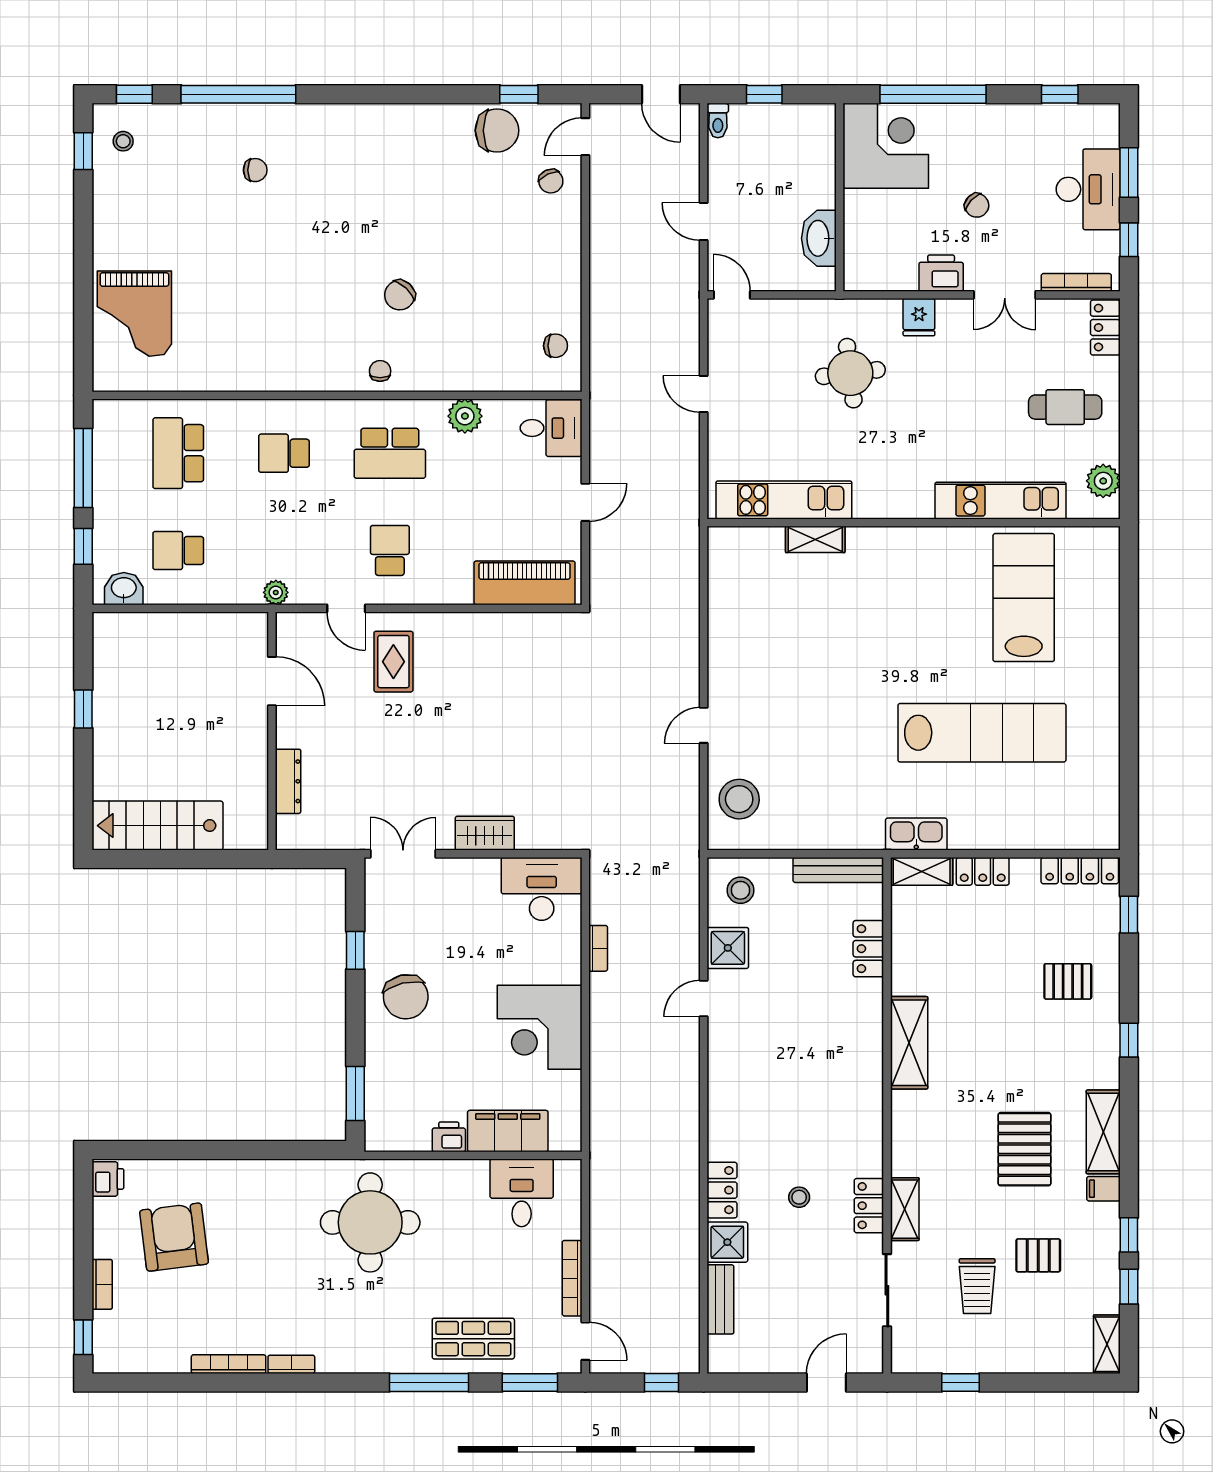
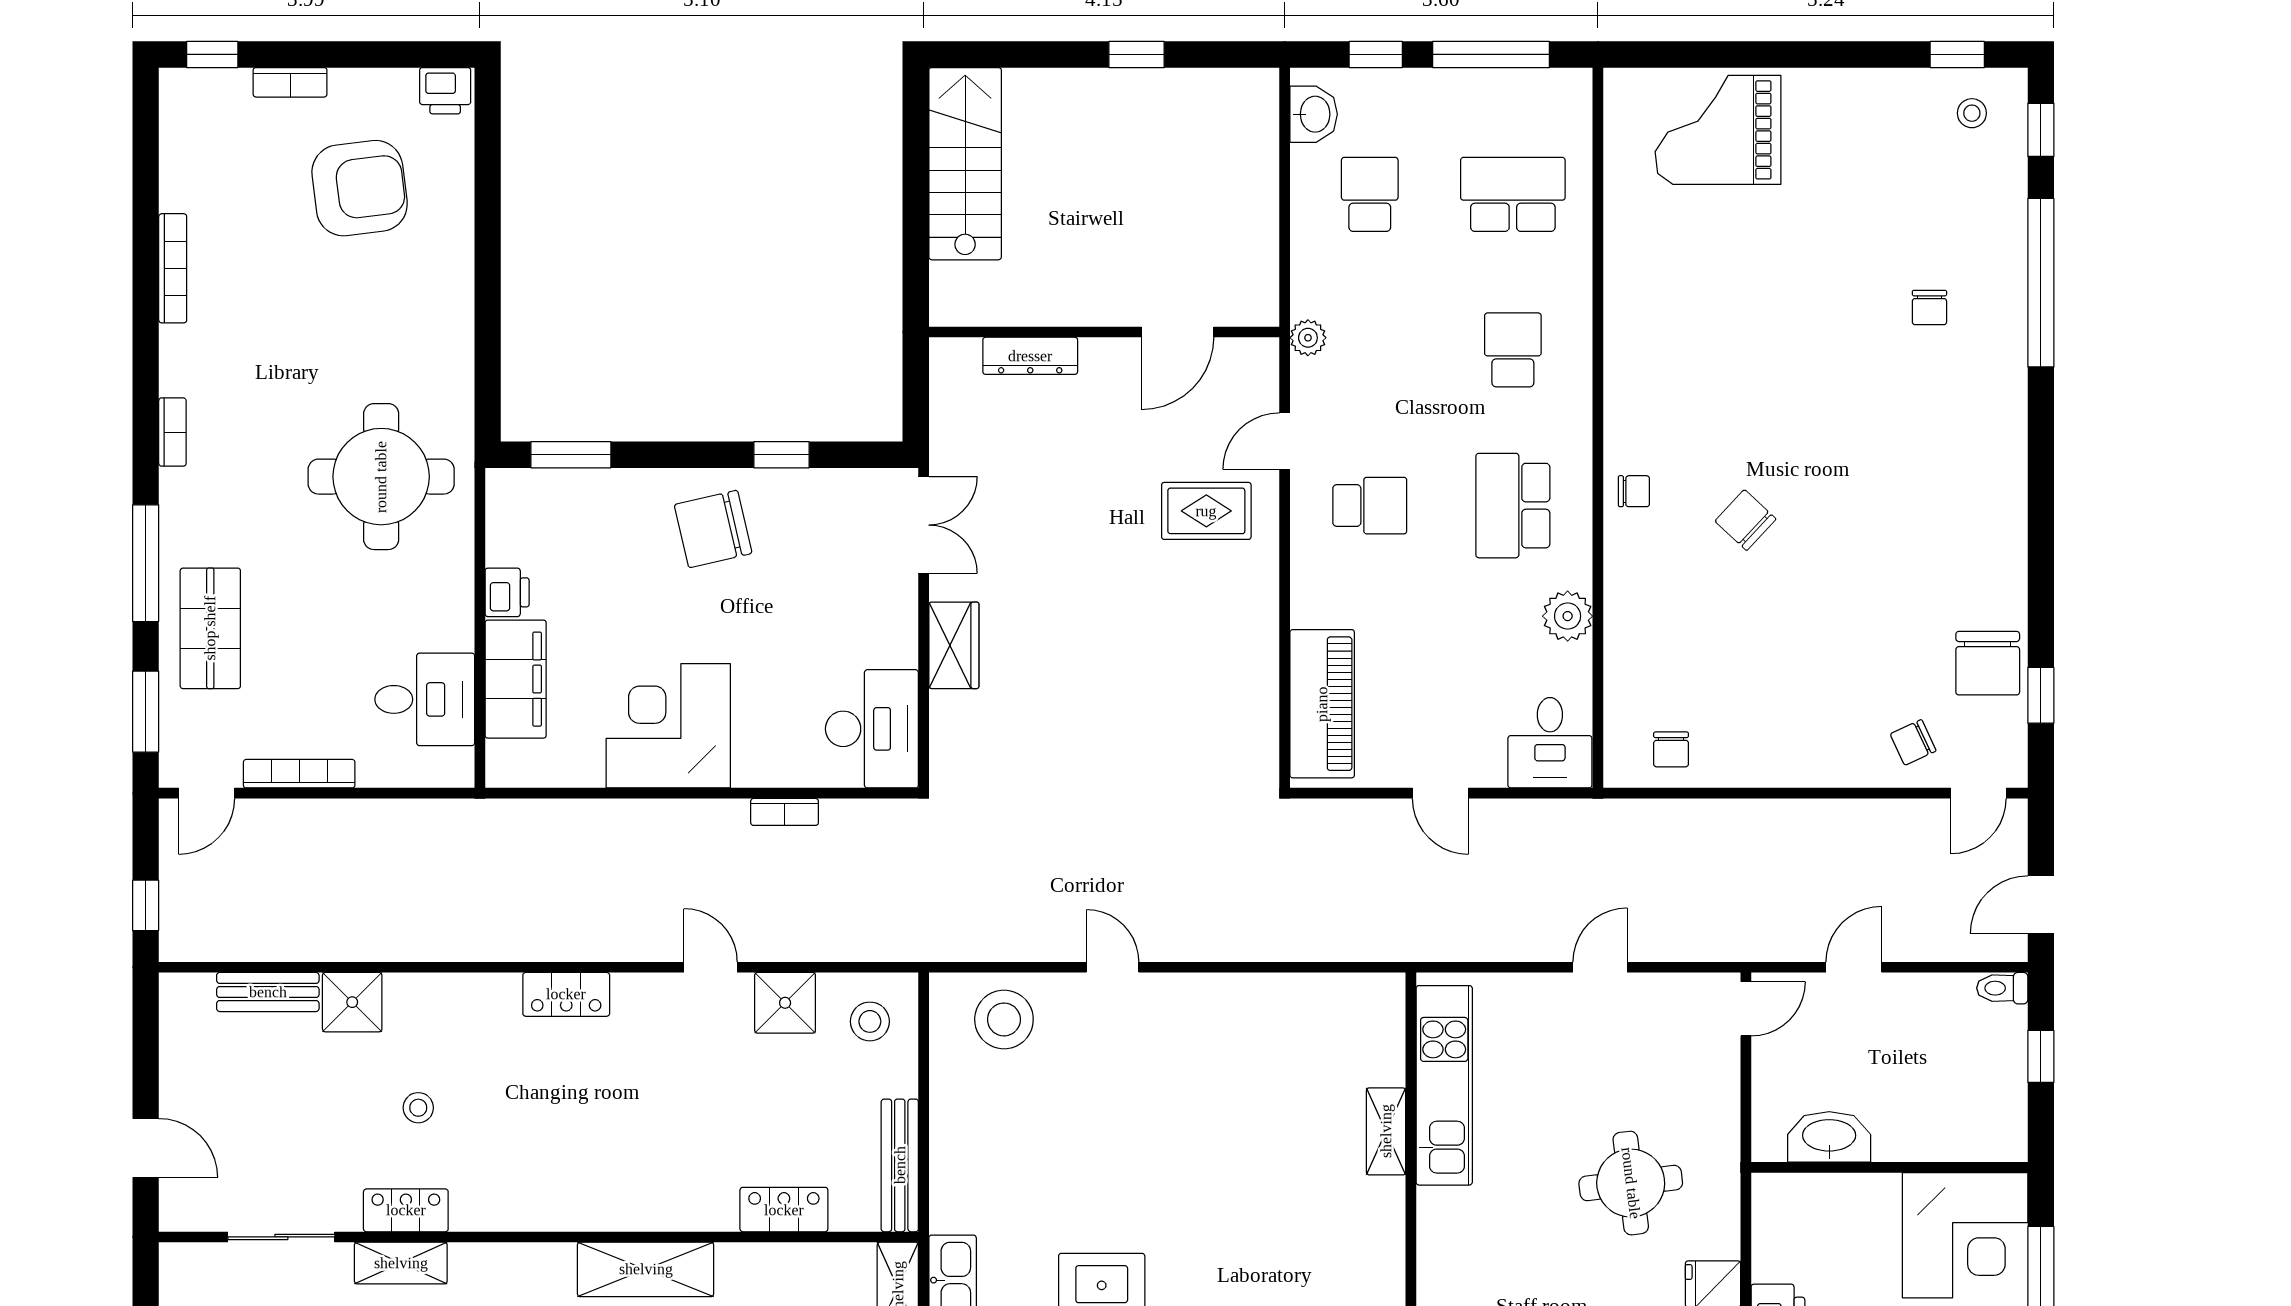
door: (585, 137) -> (1979, 793), swing flipped
locker: (722, 1190) -> (566, 994), moved
bookcase: (291, 1364) -> (172, 432), moved

